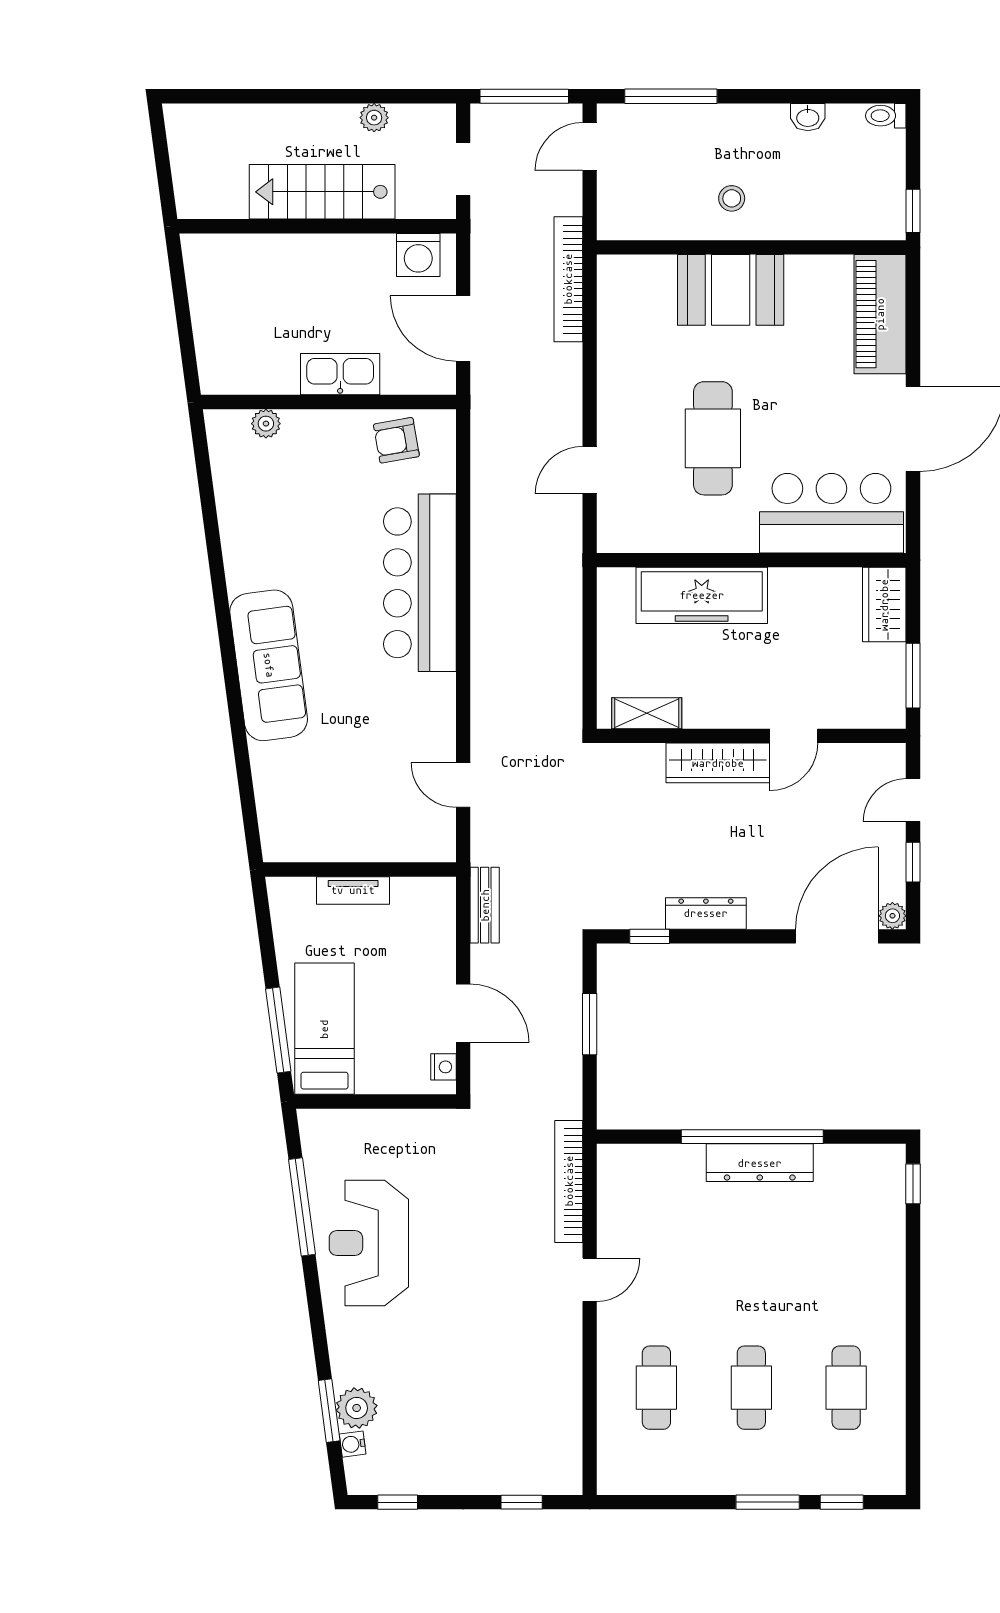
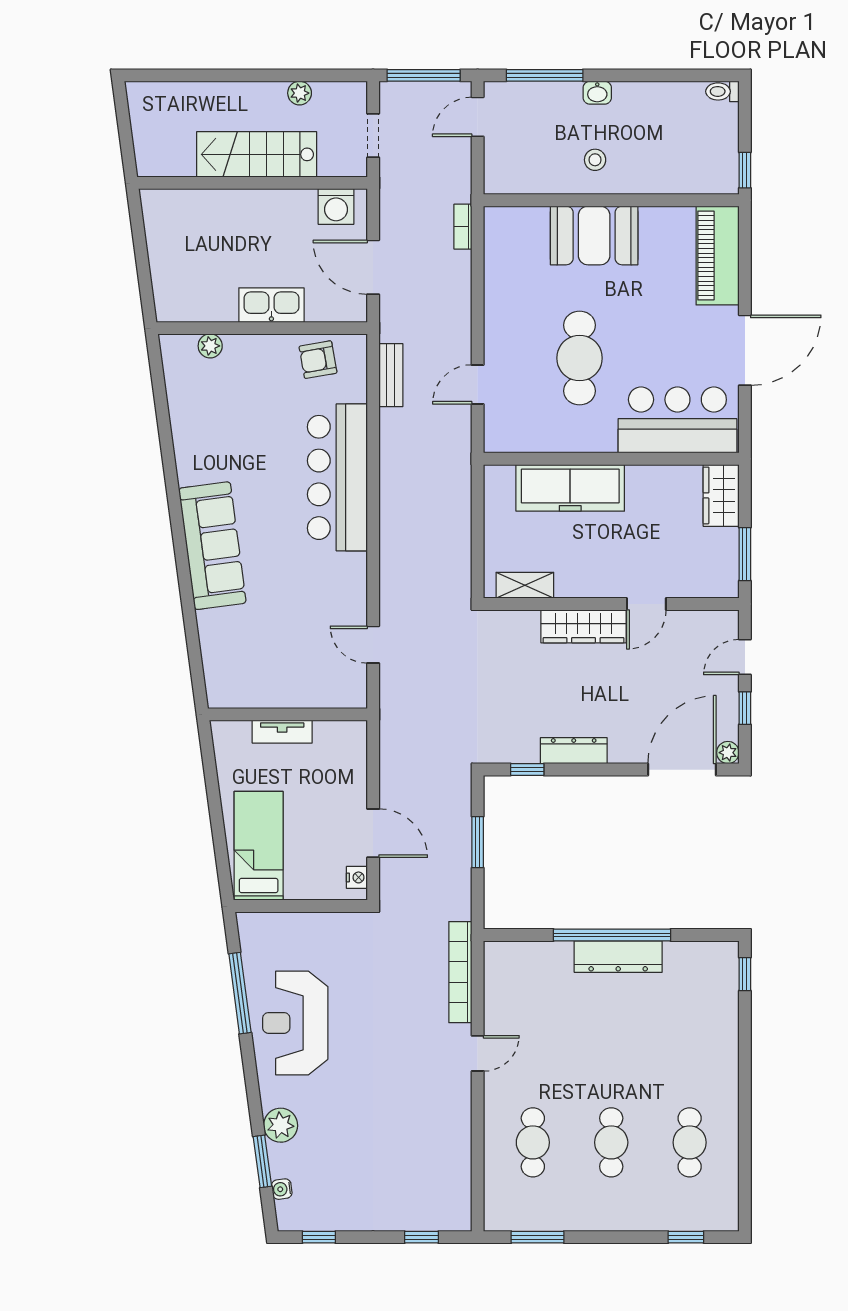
washbasin: (808, 117) -> (597, 93), moved
bookcase: (568, 279) -> (463, 227), width x0.43, depth x0.76
bench: (485, 905) -> (391, 375), moved
window: (278, 1030) -> (220, 847), removed
plant: (357, 1408) -> (281, 1125), moved
window: (768, 1502) -> (537, 1237), moved

